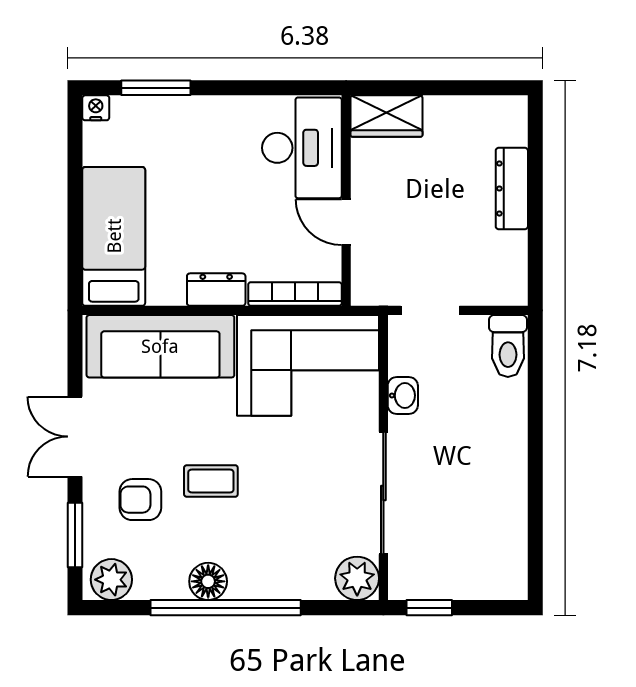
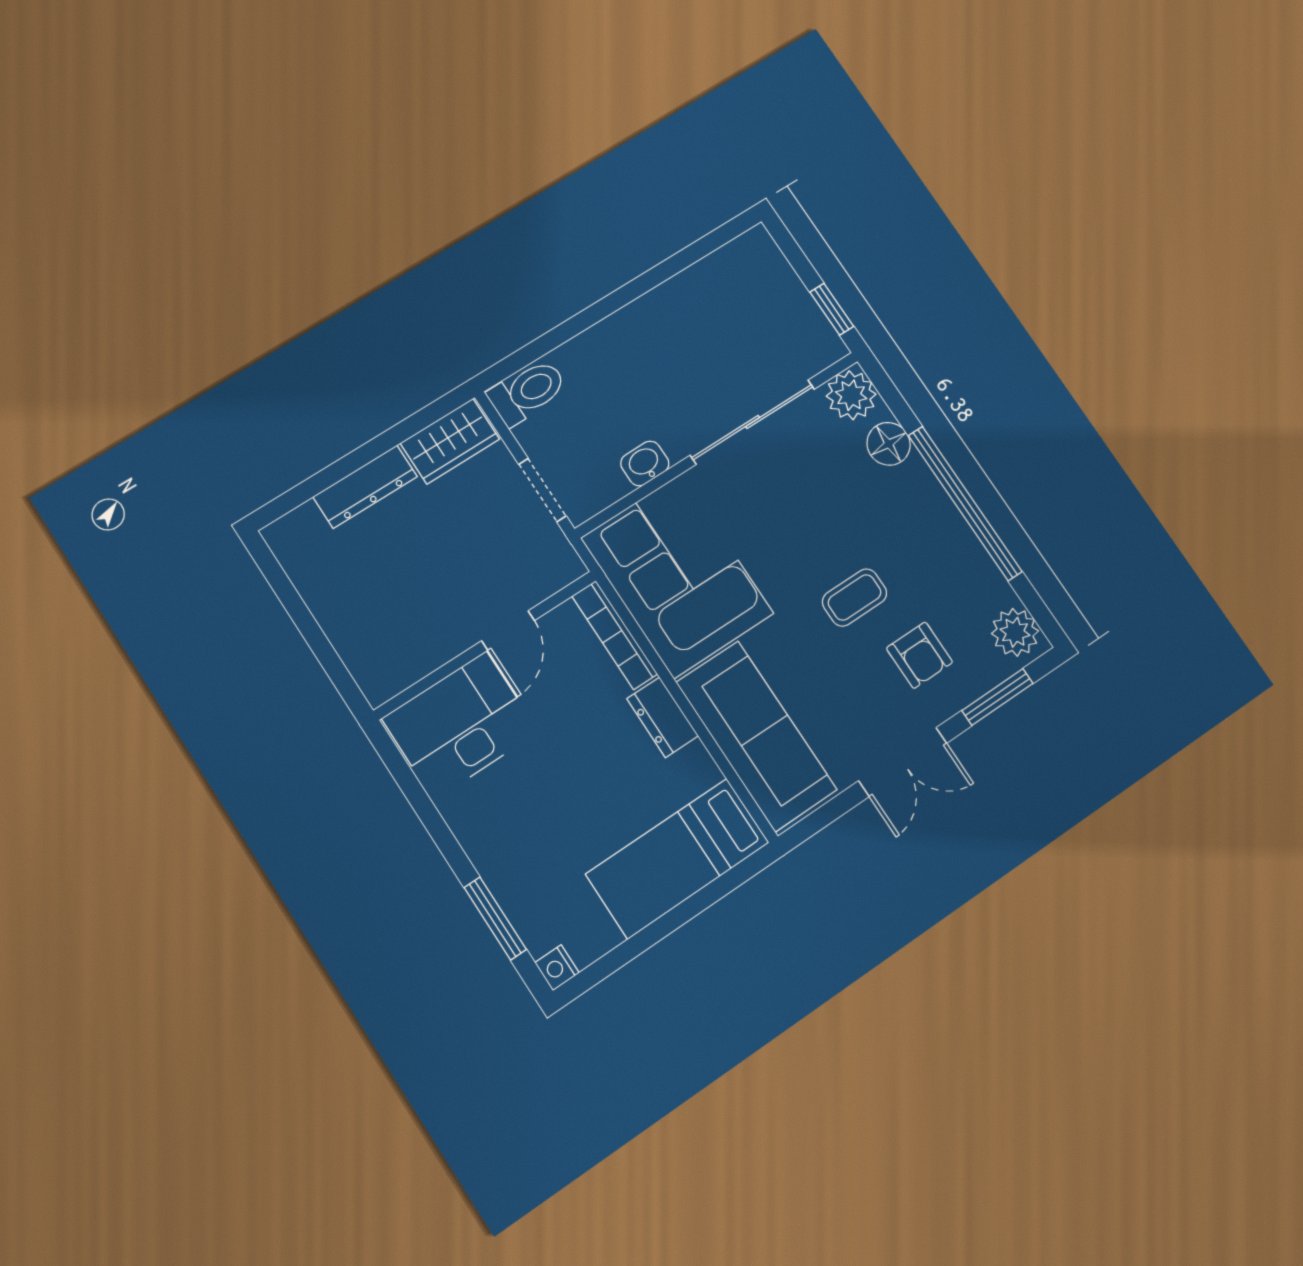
wardrobe: (386, 116) -> (450, 441), moved, turned 90
coffee table: (211, 481) -> (855, 597), turned 90
floor lamp: (208, 581) -> (889, 444), moved

